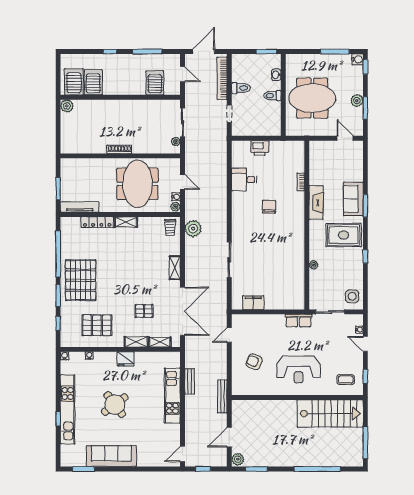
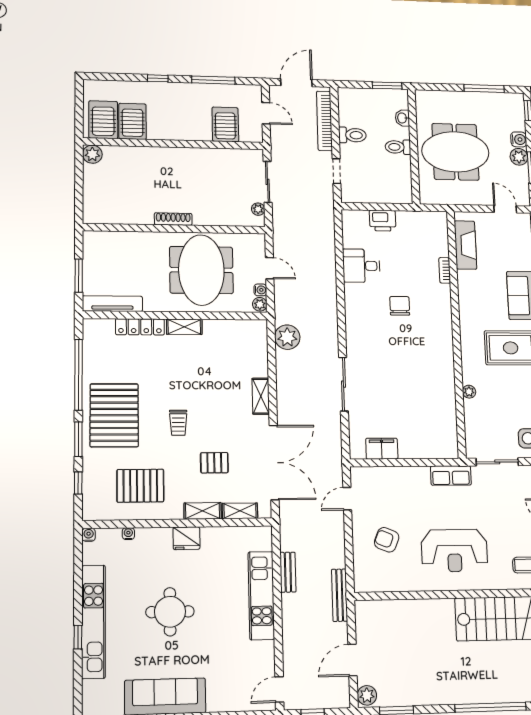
water cooler: (358, 59) -> (519, 139), moved
fireplace: (316, 203) -> (466, 245), moved
trolley: (170, 228) -> (178, 423), moved
round table: (115, 405) -> (170, 612), turned 37

